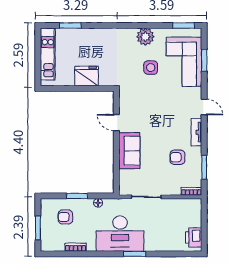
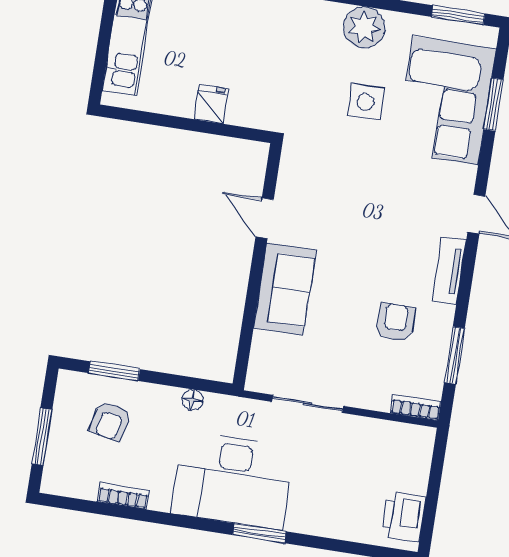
fridge: (87, 76) -> (211, 104), width x0.53, depth x0.75
armchair: (177, 157) -> (395, 322), turned 90
window: (77, 196) -> (114, 371), moved
armchair: (65, 217) -> (110, 421), turned -77

